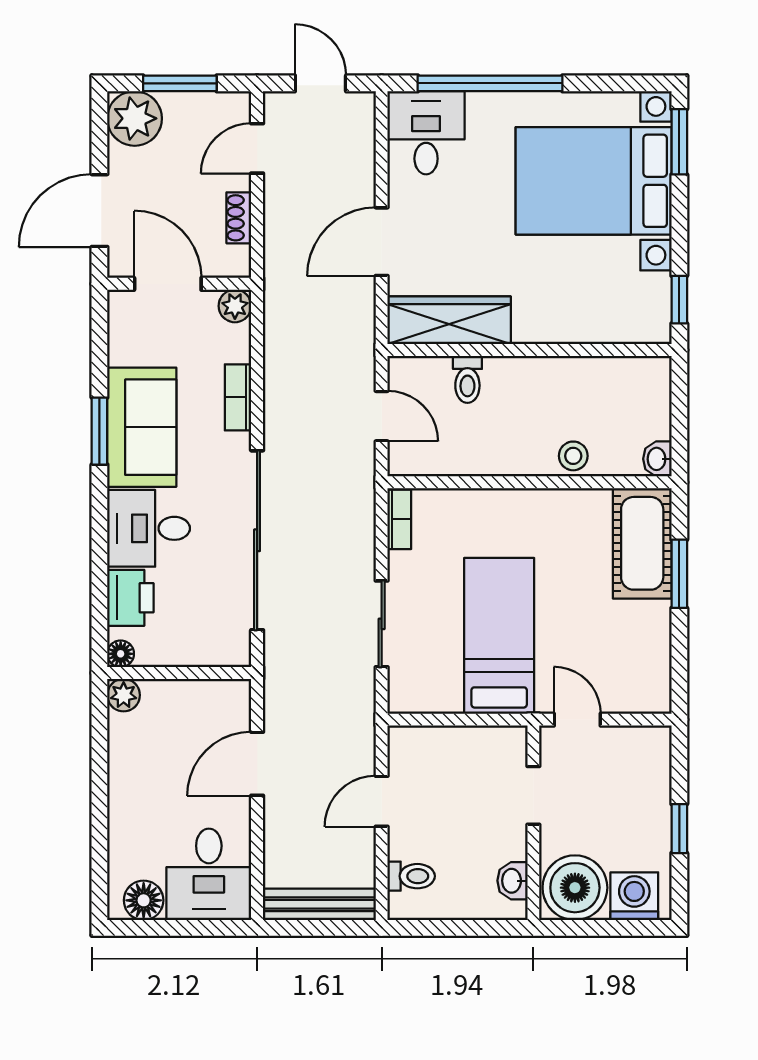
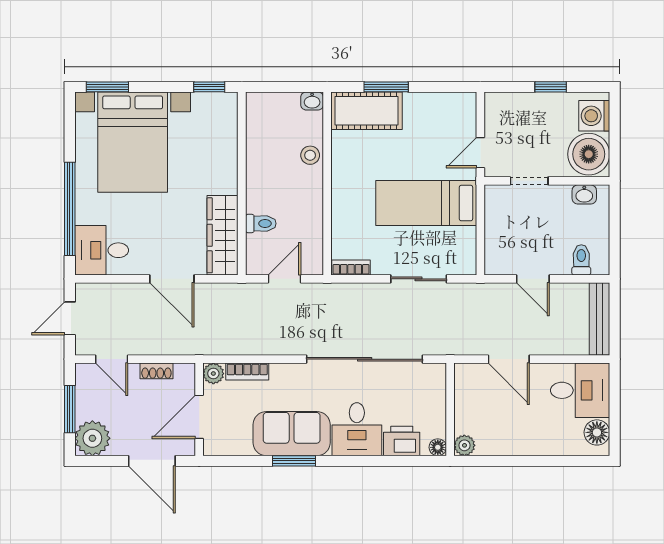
bookcase: (238, 397) -> (247, 372), moved

